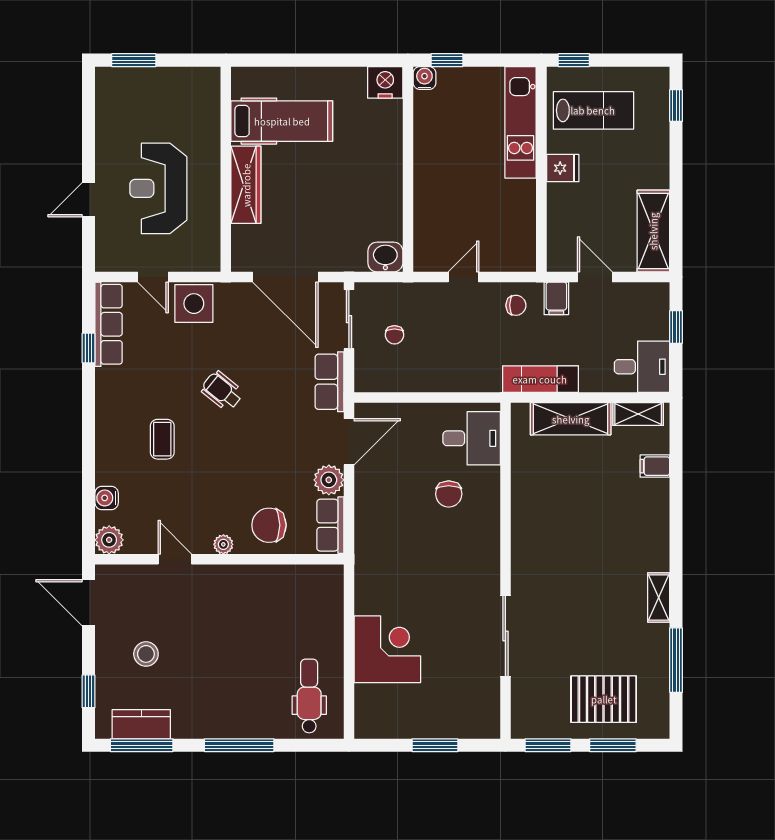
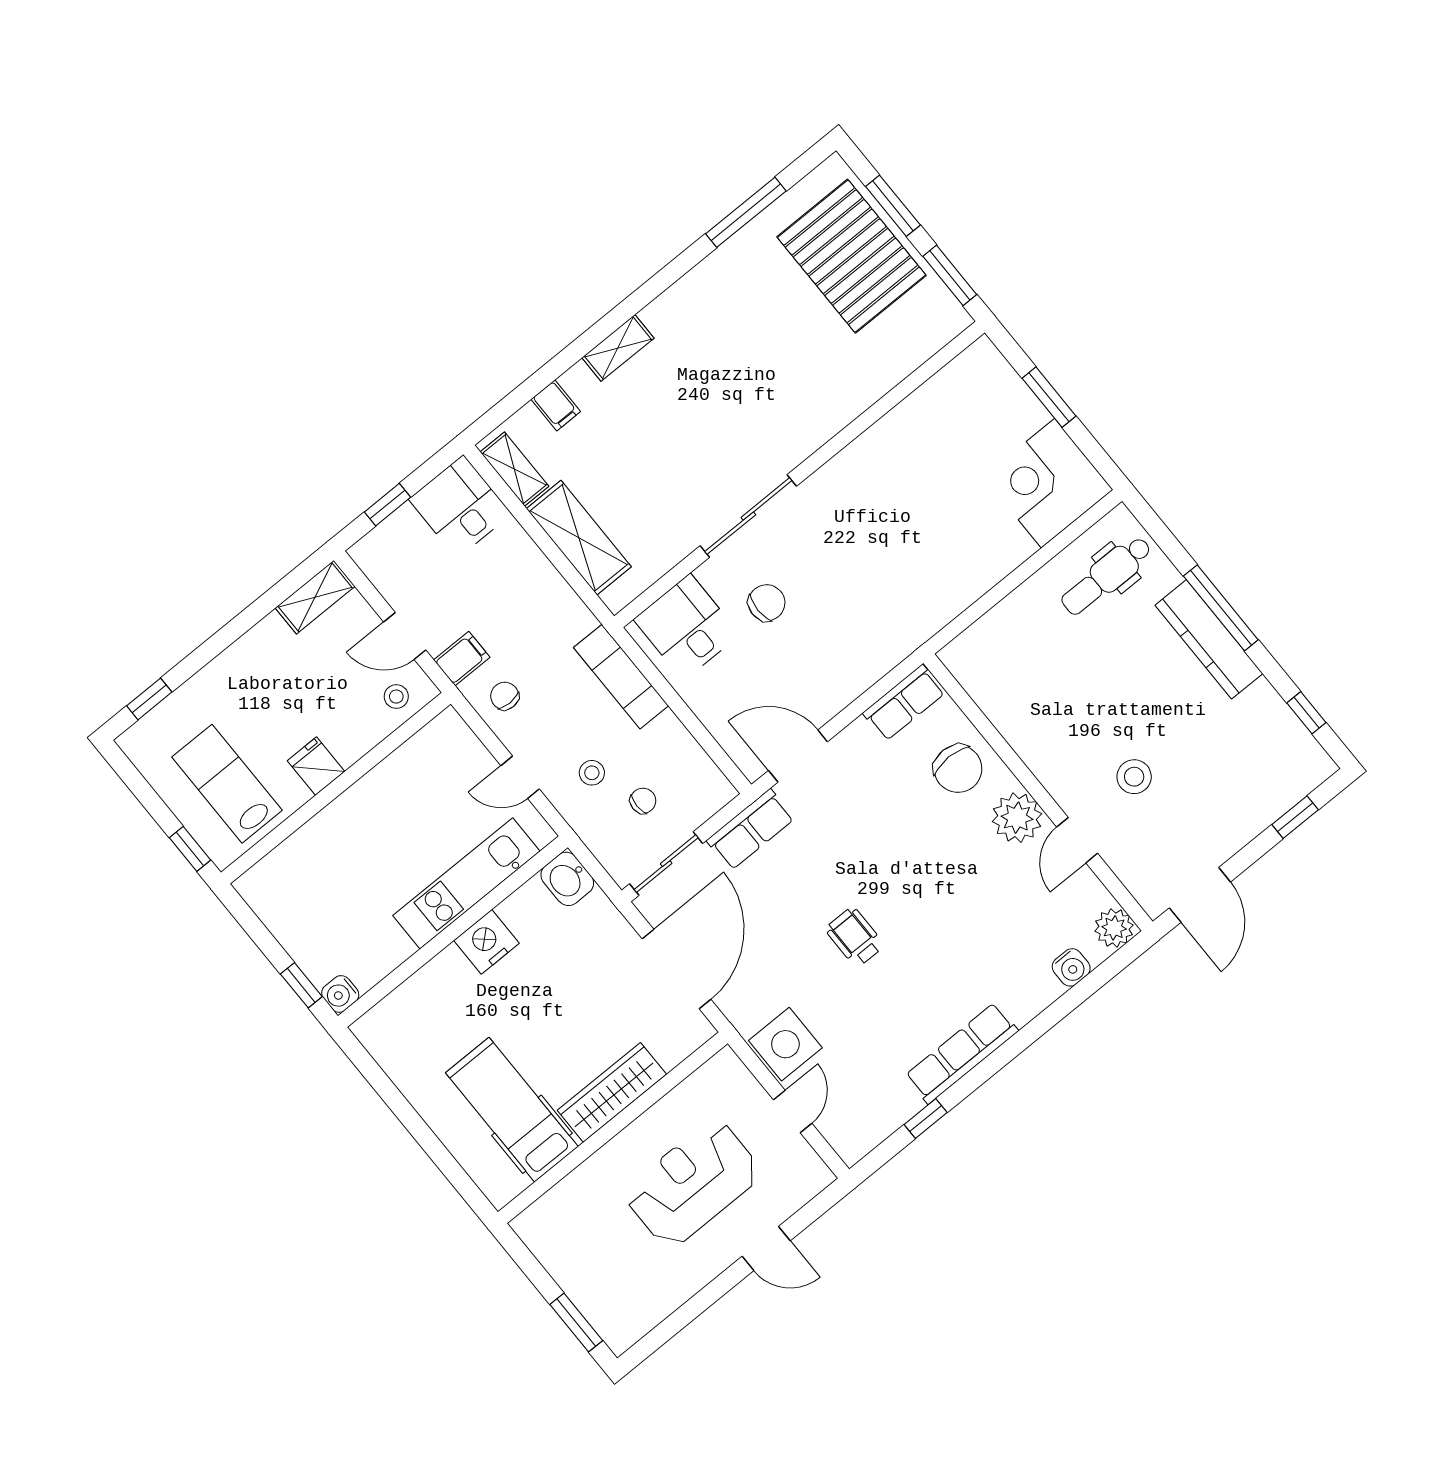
nightstand: (385, 82) -> (486, 942), moved, turned 90
kitchen unit: (521, 122) -> (466, 883), moved, turned 180
reception desk: (158, 188) -> (693, 1183), turned 180
shelving: (653, 231) -> (315, 597), width x0.67, depth x0.75
stool: (565, 245) -> (396, 697), added
door: (595, 277) -> (405, 636), hinge flipped
stool: (433, 319) -> (592, 773), added
row of seats: (109, 324) -> (962, 1053), moved
exam couch: (540, 379) -> (621, 677), moved
wheelchair: (222, 391) -> (855, 937), turned 141
coffee table: (162, 439) -> (959, 959), removed
plant: (329, 480) -> (857, 744), removed
plant: (223, 544) -> (1017, 818), width x1.88, depth x1.88
shelving: (659, 597) -> (618, 348), moved
sliding door: (505, 636) -> (748, 516), moved
corner desk: (387, 649) -> (1048, 483), moved
stool: (146, 654) -> (1134, 777), moved
pallet: (604, 699) -> (852, 256), width x1.37, depth x1.41
kitchen counter: (141, 724) -> (1209, 639), moved, width x1.50
window: (142, 745) -> (1306, 713), width x0.46

